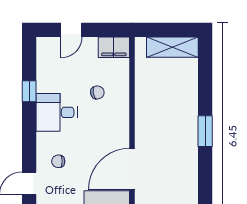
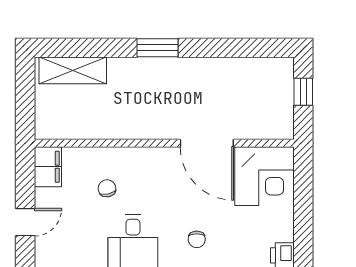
door: (71, 30) -> (25, 222), hinge flipped
shelving: (172, 47) -> (73, 70), moved, turned 90

